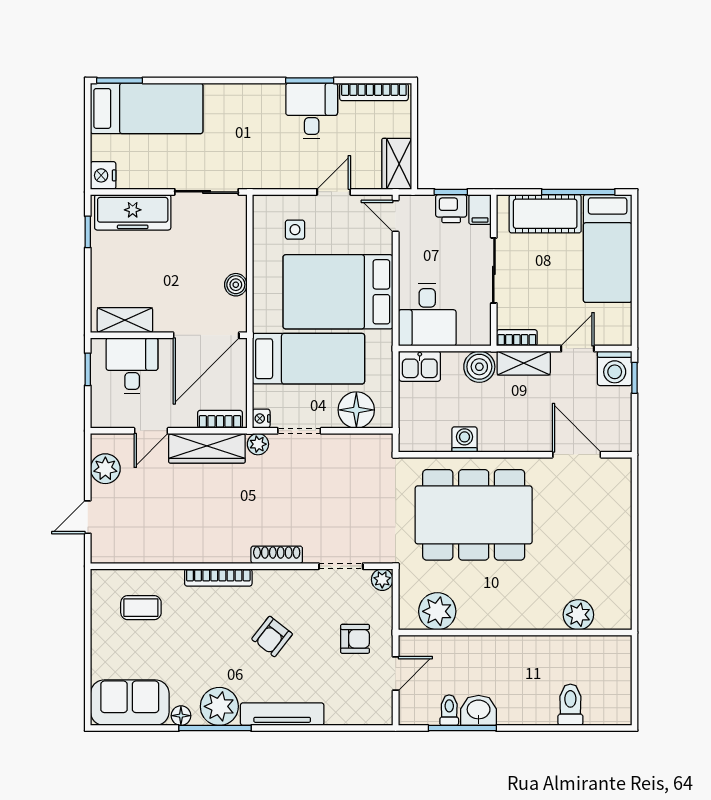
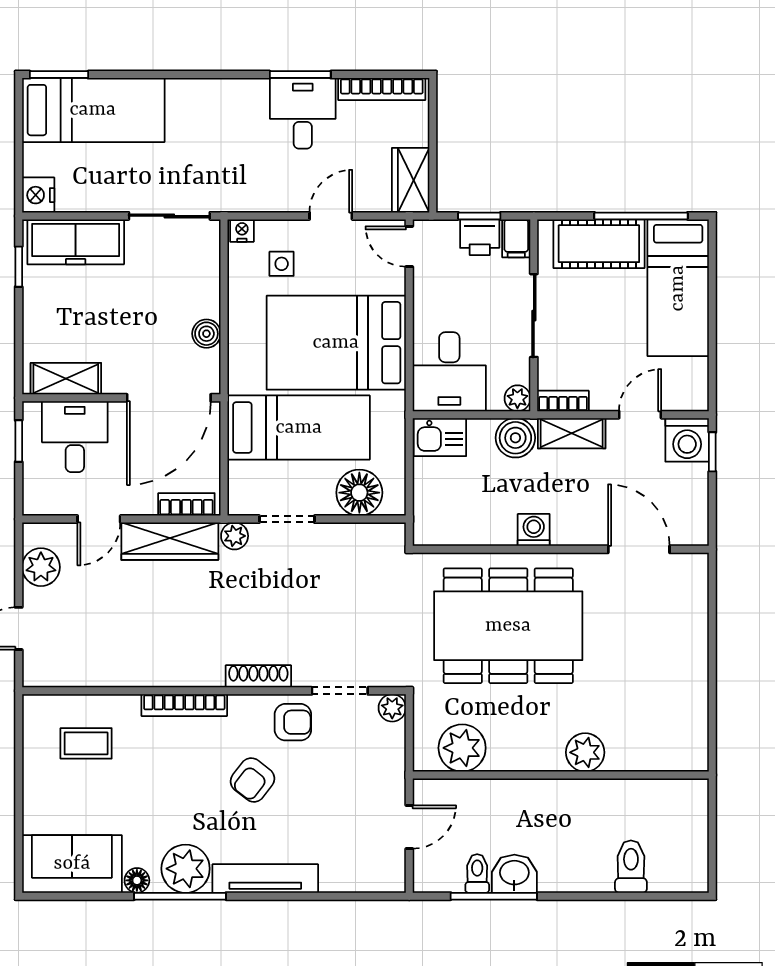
plant: (481, 336) -> (517, 398), added
nightstand: (261, 418) -> (242, 231), moved, turned 90
washing machine: (464, 439) -> (534, 530), moved
plant: (578, 615) -> (585, 752), moved
armchair: (355, 639) -> (293, 722), moved

